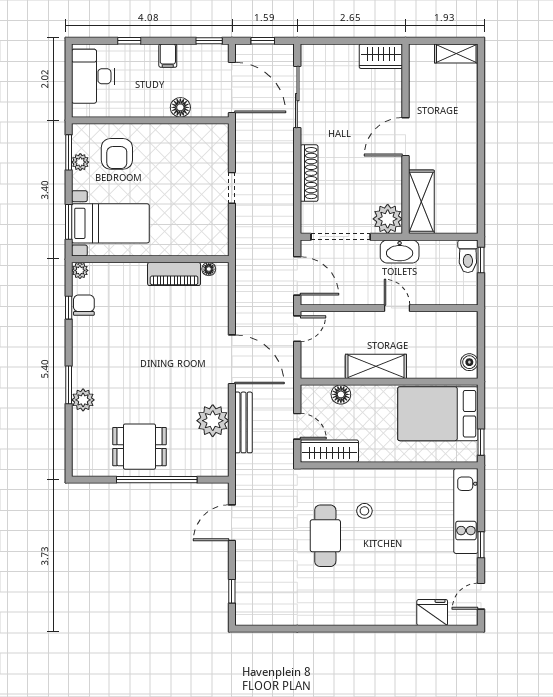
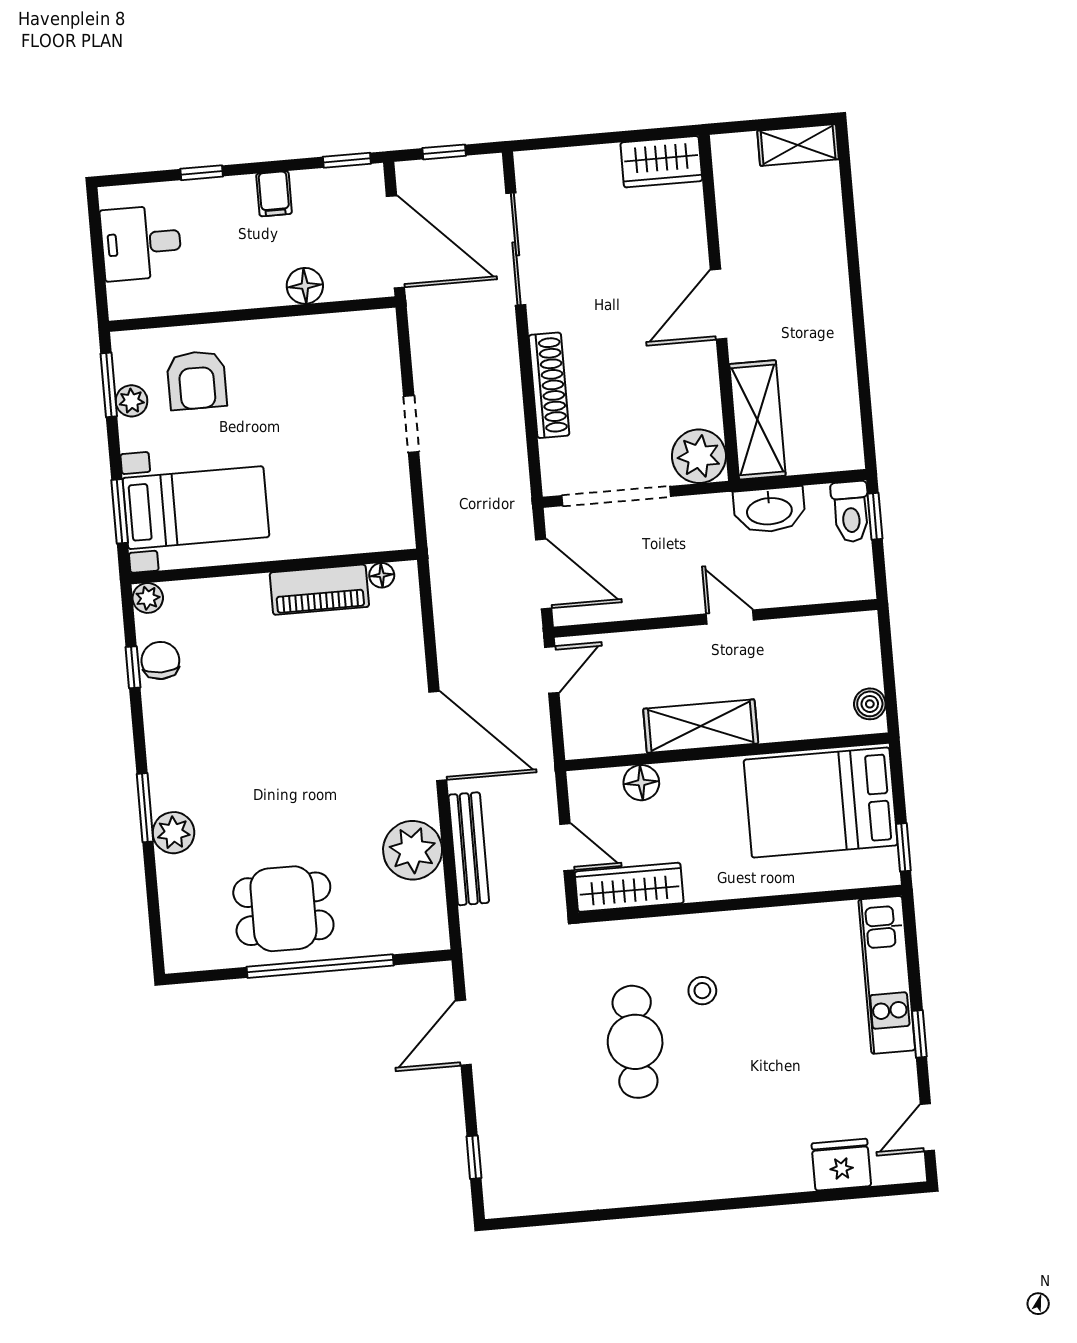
desk: (93, 76) -> (141, 243), width x0.73
washbasin: (400, 251) -> (769, 510), moved

